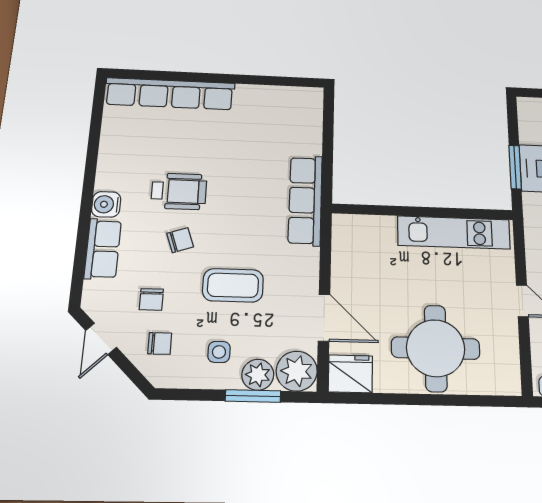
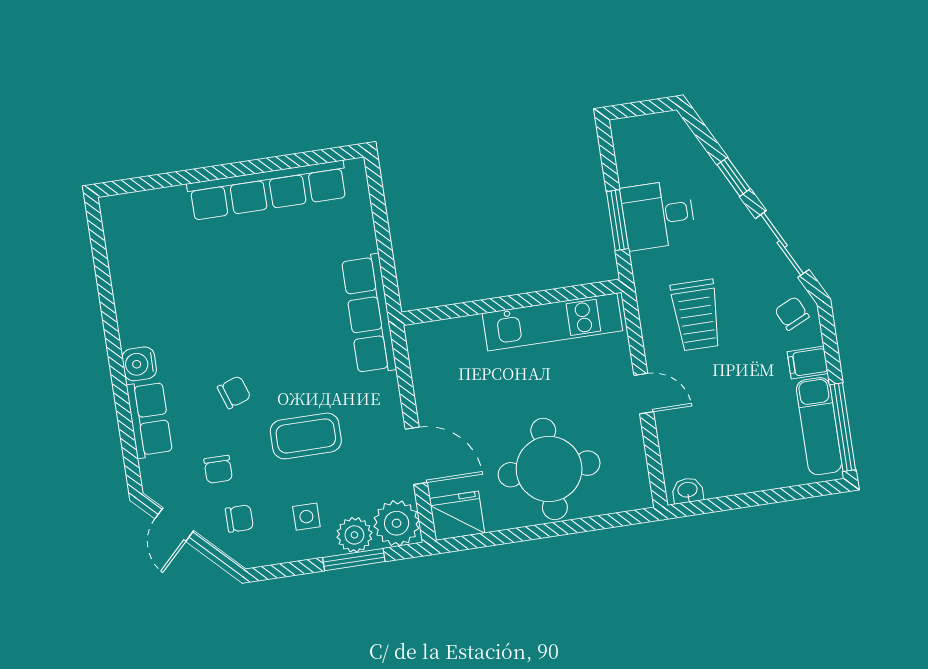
row of seats: (170, 94) -> (267, 190), moved
wheelchair: (179, 191) -> (219, 331), removed

